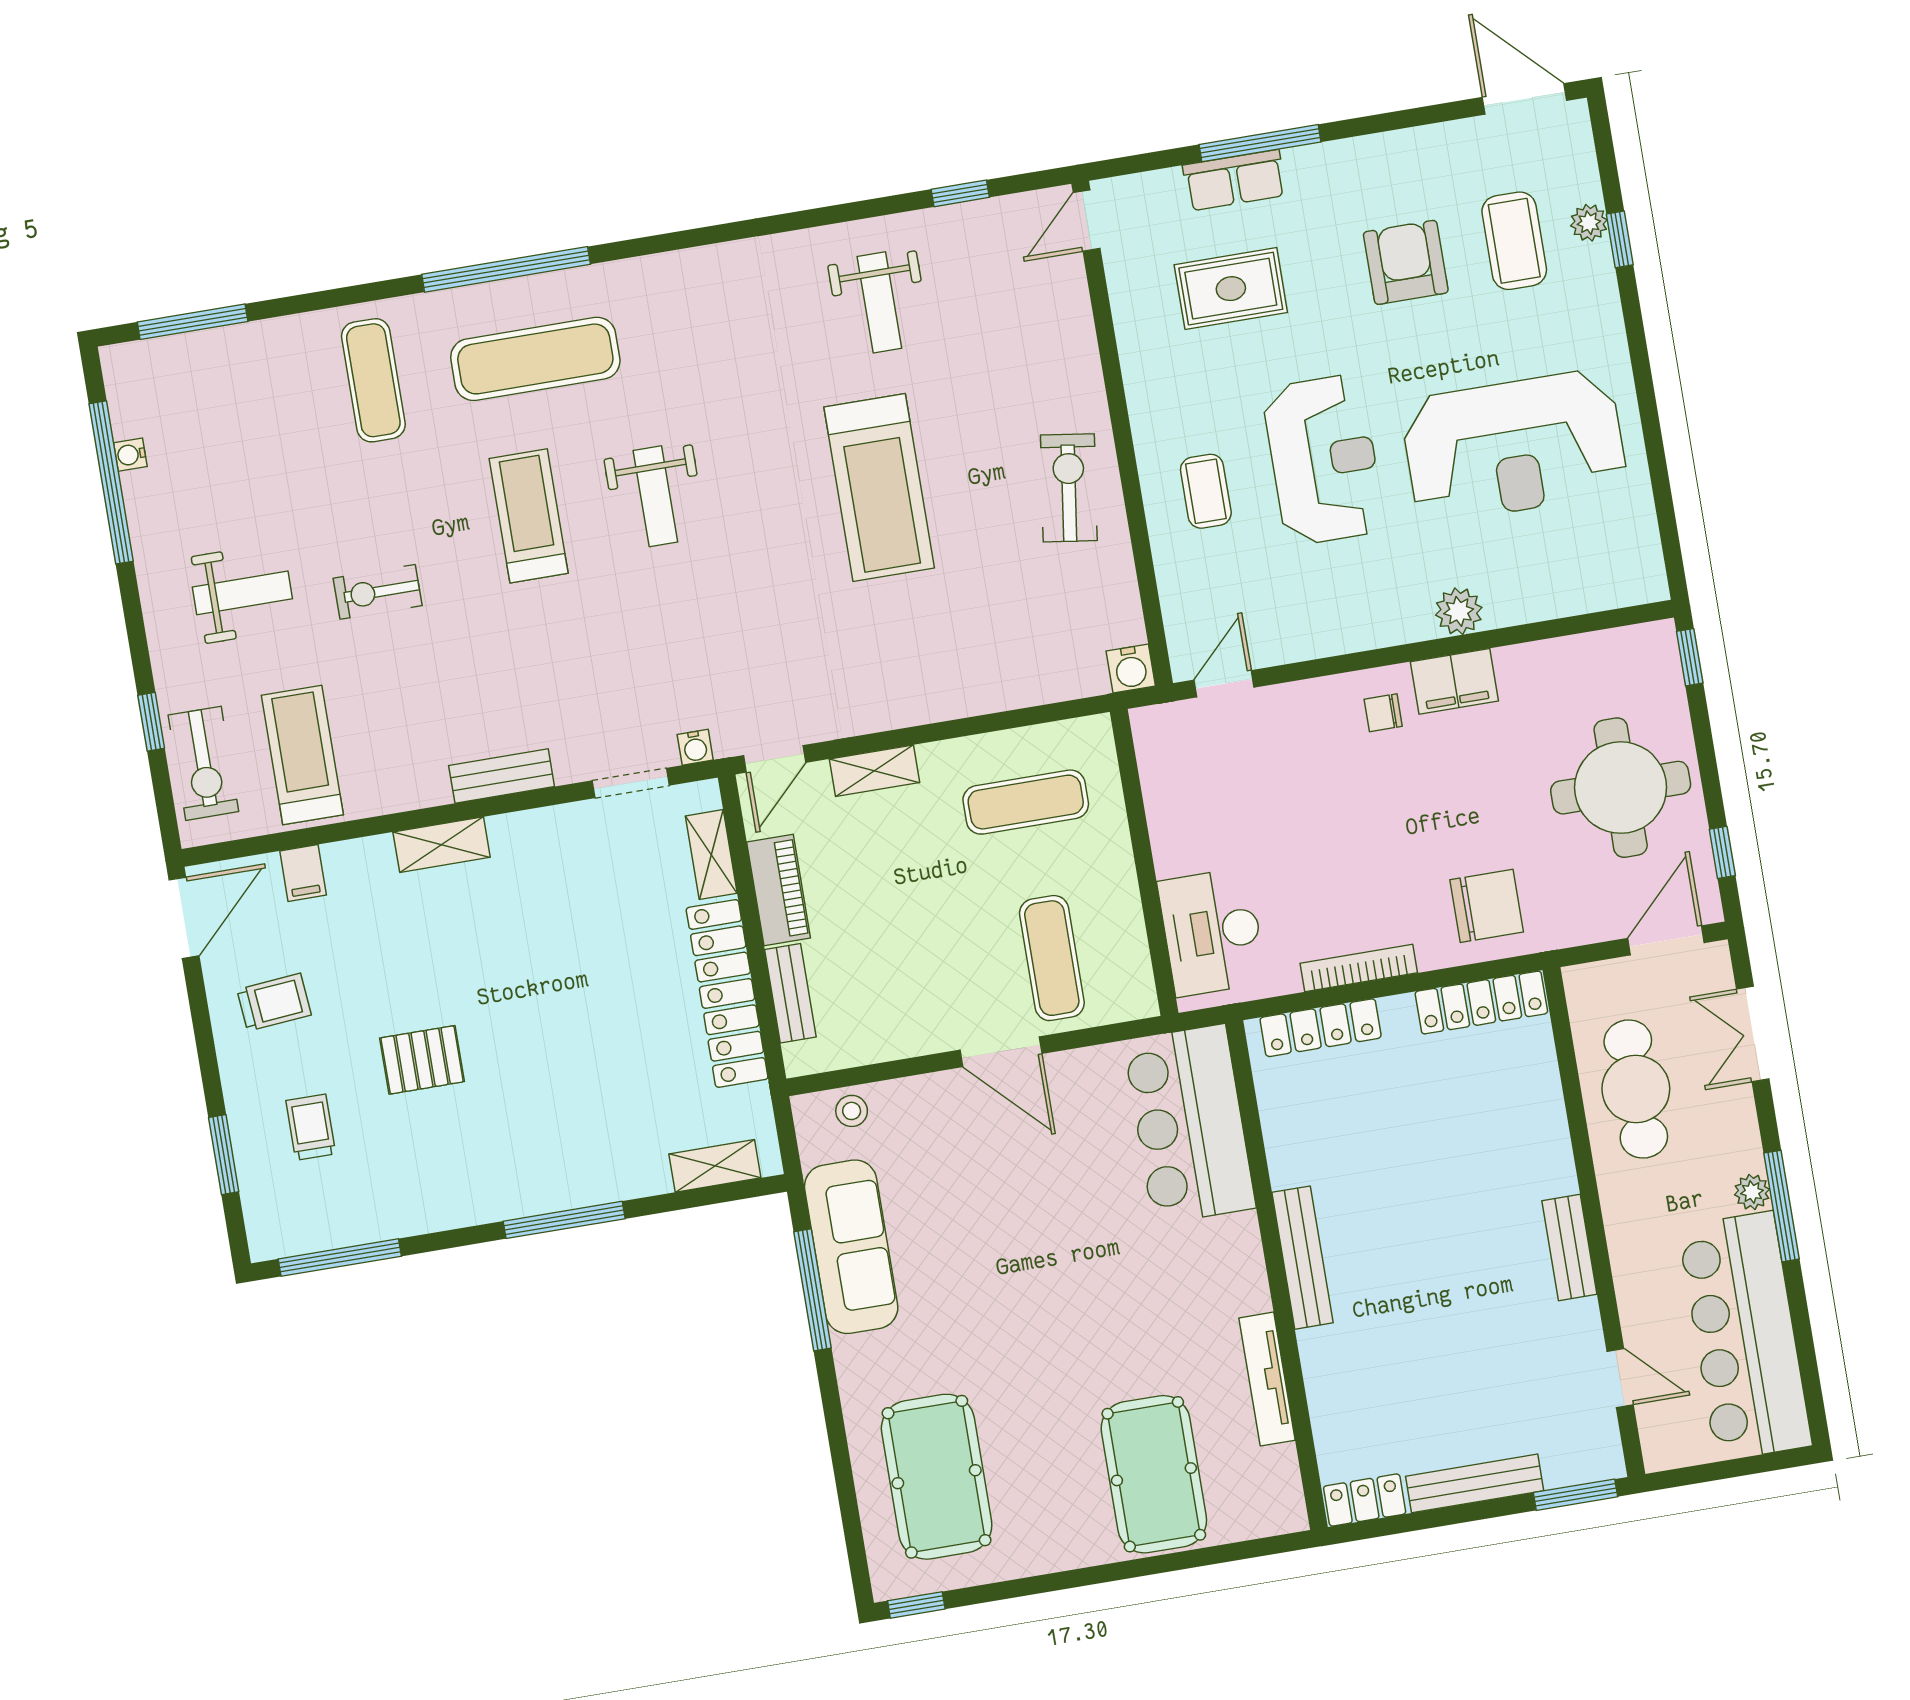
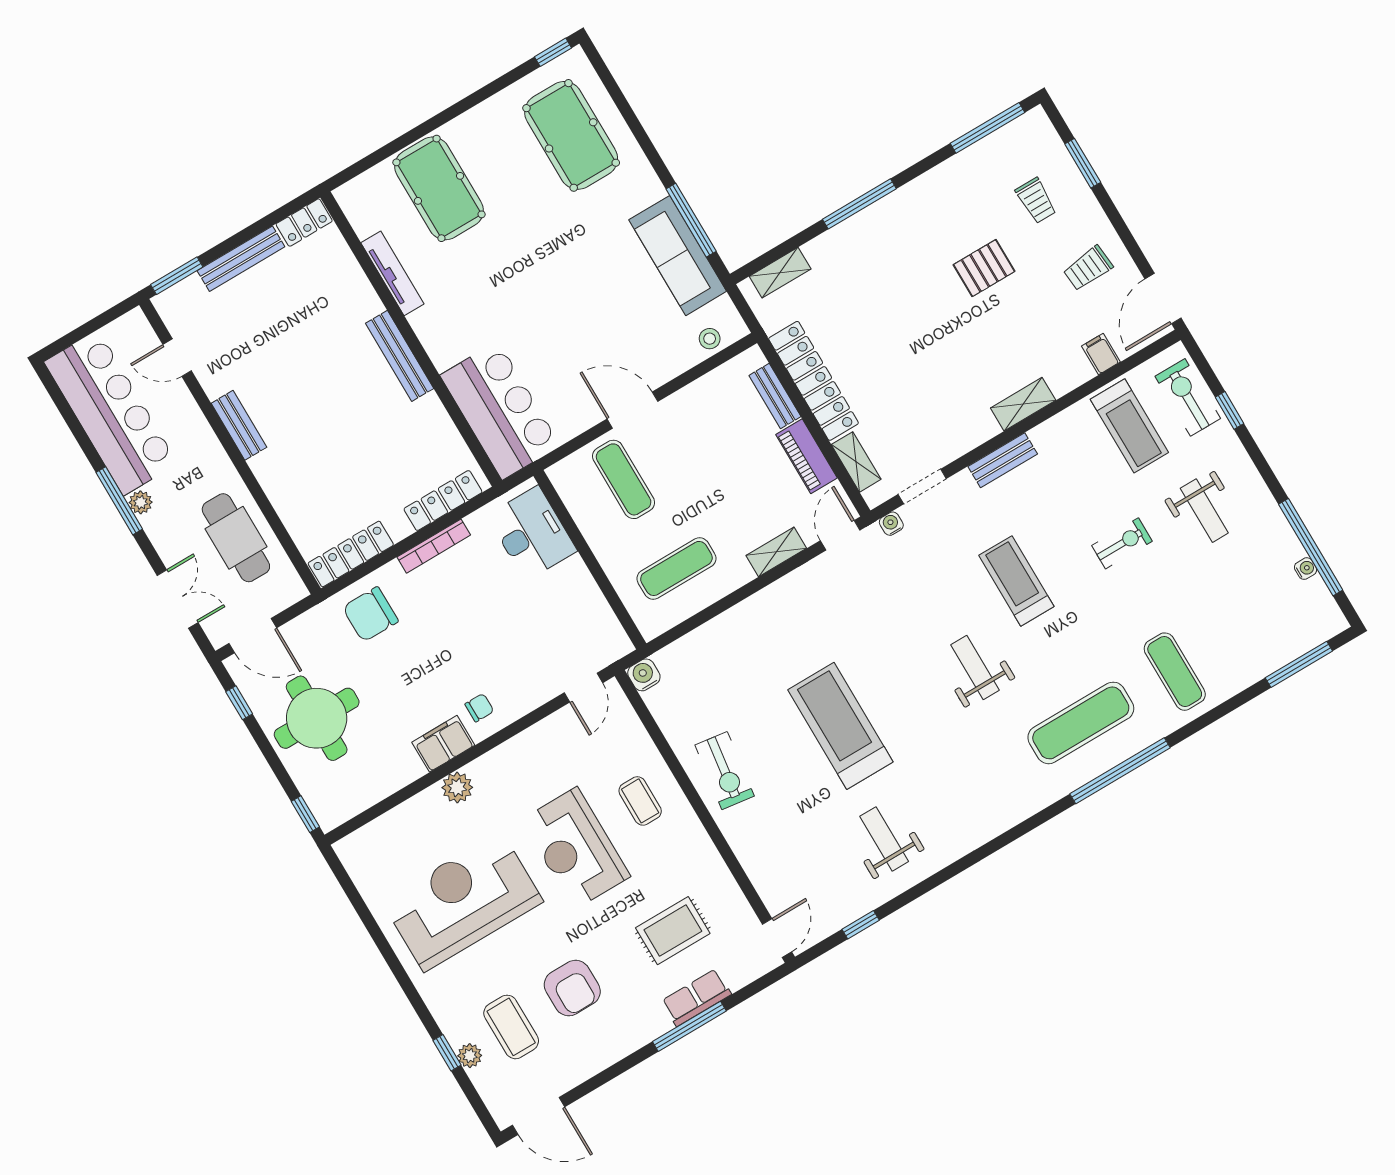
treadmill: (529, 516) -> (1016, 581), moved, turned 180
weight bench: (242, 593) -> (1204, 511), turned -90
door: (1666, 940) -> (253, 636), hinge flipped

